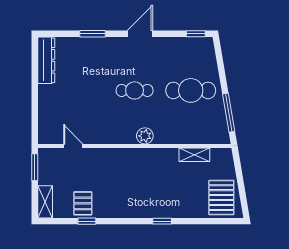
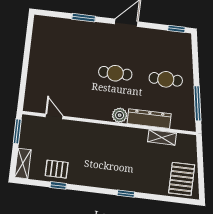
dresser: (46, 60) -> (149, 119), moved, turned -90
cafe table: (191, 90) -> (166, 79), width x0.73, depth x0.74
pallet: (83, 203) -> (57, 169), turned 90

